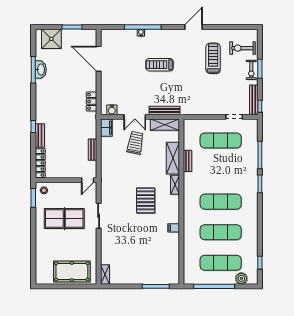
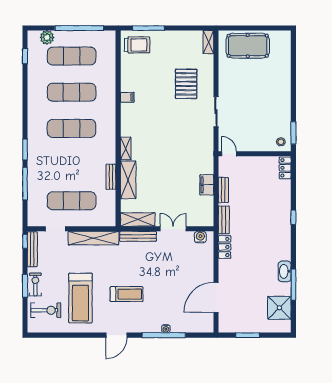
door: (194, 27) -> (116, 335), moved
shower: (51, 39) -> (279, 308), moved
treadmill: (213, 58) -> (80, 298), width x1.37, depth x1.38
door: (99, 59) -> (216, 297), swing flipped
treadmill: (159, 65) -> (127, 294), moved
washbasin: (41, 70) -> (285, 271), moved
shelving: (202, 109) -> (94, 238), added
filing cabinet: (106, 128) -> (207, 185), moved
bench: (40, 136) -> (224, 220), moved
trolley: (135, 143) -> (137, 45), moved, turned -101
locker: (40, 163) -> (285, 168), width x0.66
door: (88, 180) -> (229, 154), hinge flipped
pallet: (146, 200) -> (186, 84), moved
table tennis table: (64, 218) -> (257, 108), removed

